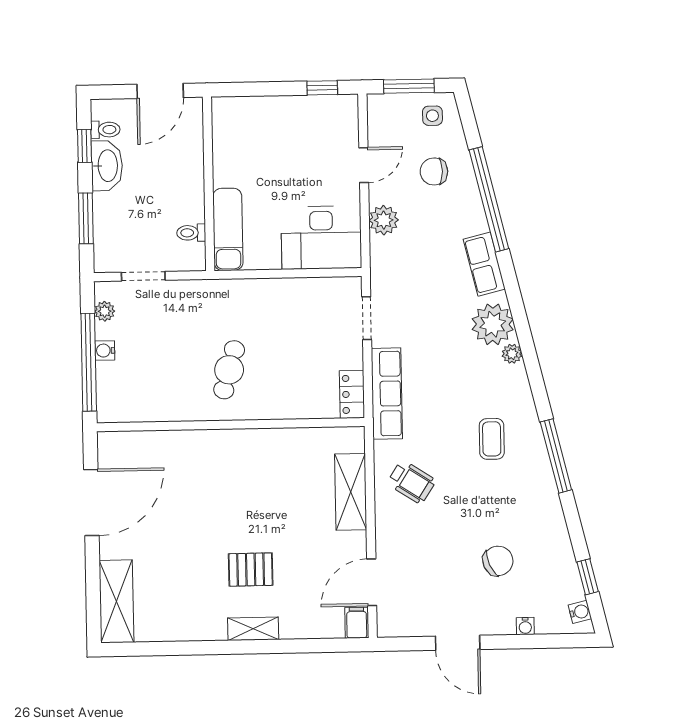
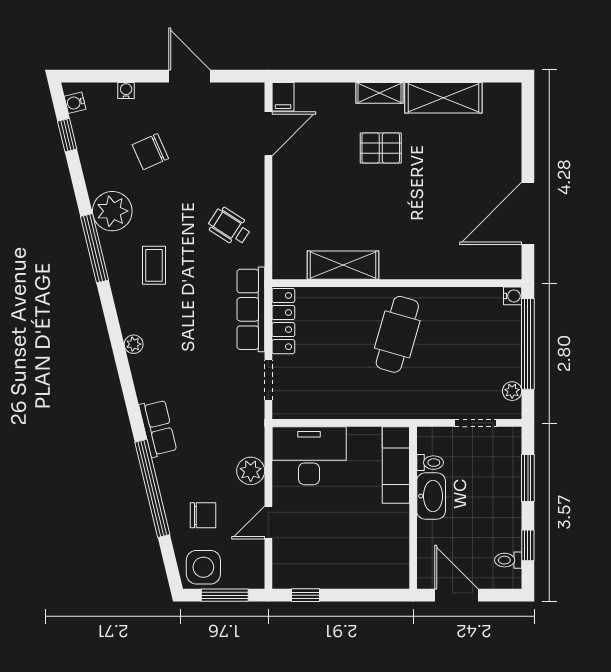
door: (160, 91) -> (456, 595), hinge flipped
side table: (432, 116) -> (203, 567), width x1.87, depth x1.87
washbasin: (107, 166) -> (431, 496), moved, turned 180
plant: (493, 324) -> (112, 211), moved
water cooler: (105, 350) -> (513, 296), moved
cafe table: (229, 370) -> (397, 334), width x1.37, depth x1.35
locker: (352, 394) -> (283, 321), width x1.53
shelving: (351, 492) -> (343, 265), moved, turned 90
shelving: (116, 601) -> (443, 98), moved, turned 90

